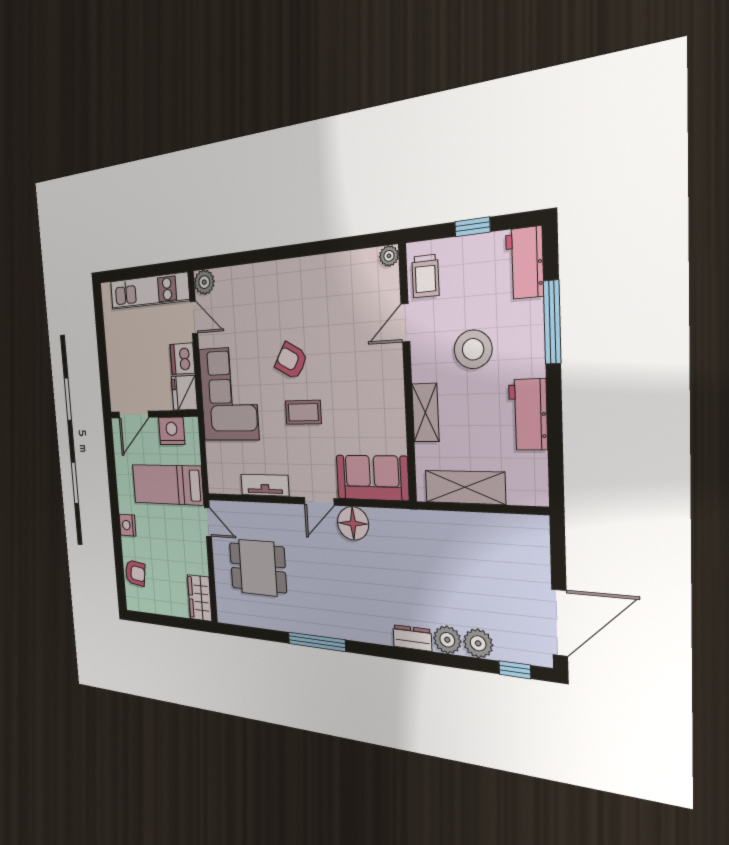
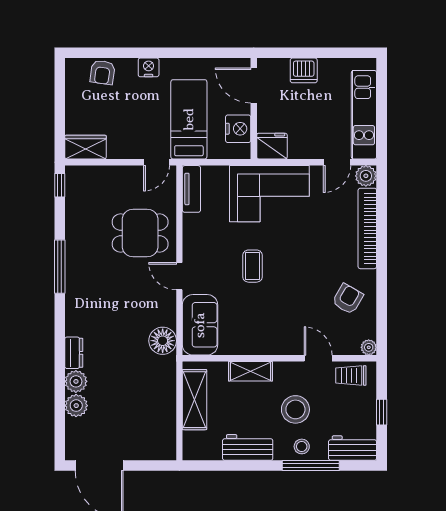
bookcase: (256, 274) -> (367, 228), added
stool: (524, 337) -> (302, 446), added
dishwasher: (182, 359) -> (304, 70), moved, turned 180
armchair: (291, 361) -> (348, 299), moved
tv unit: (265, 485) -> (191, 189), moved
floor lamp: (353, 523) -> (163, 341), moved
dining table: (258, 568) -> (140, 233), moved, turned 90
window: (515, 670) -> (60, 185), moved

